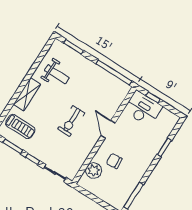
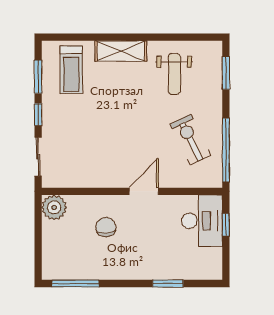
exercise bike: (71, 121) -> (190, 140), moved, turned 64
plant: (94, 171) -> (54, 207), moved

